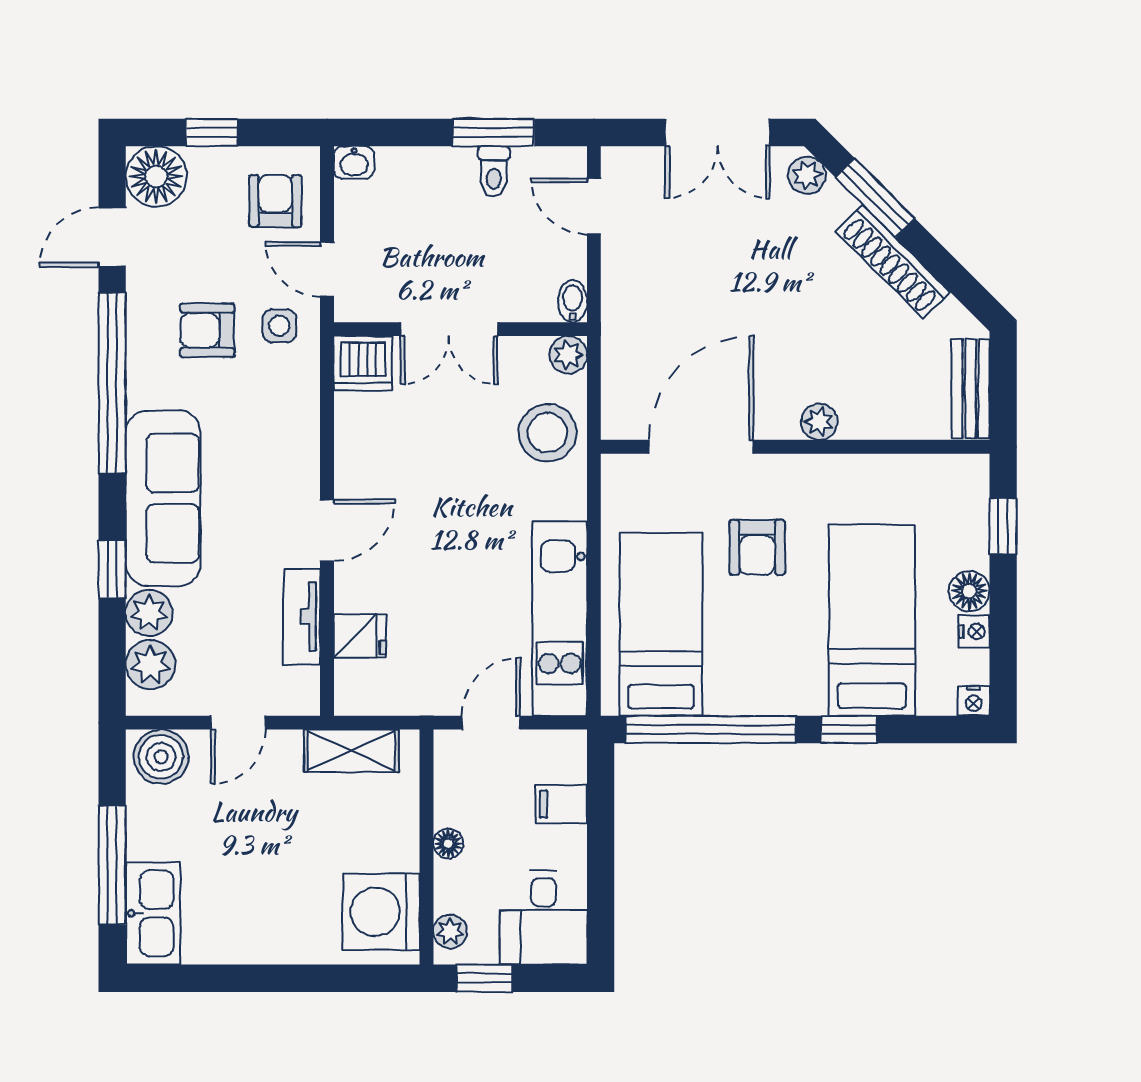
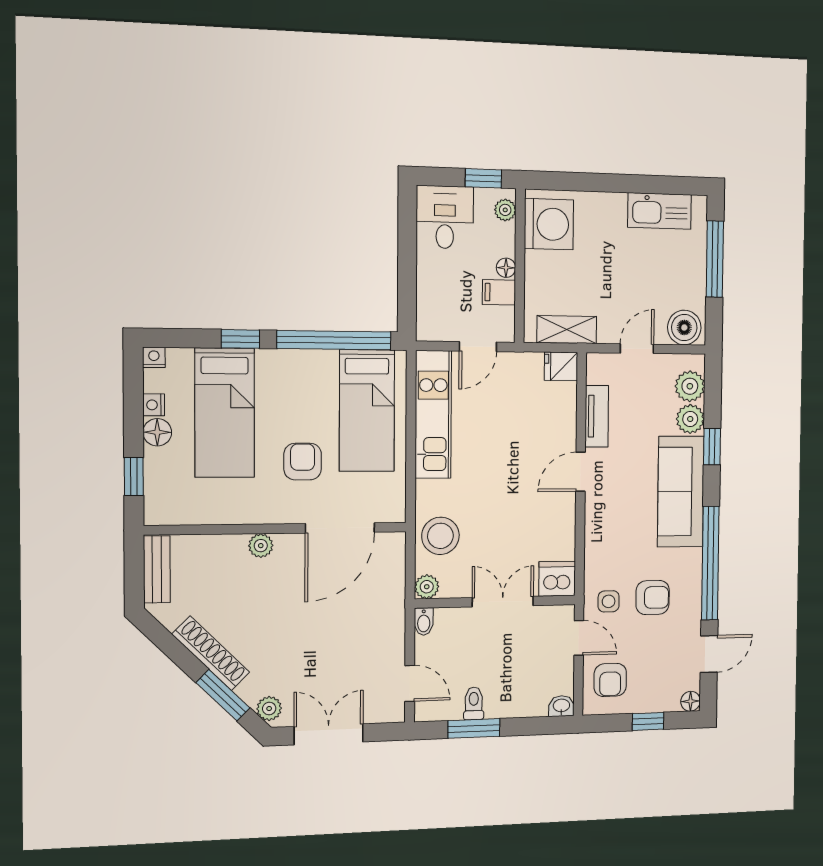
floor lamp: (156, 177) -> (691, 701), width x0.53, depth x0.53
fridge: (360, 636) -> (561, 366), moved
filing cabinet: (561, 804) -> (499, 292), moved, turned 180
kitchen sink: (153, 913) -> (660, 211), moved, turned -90

